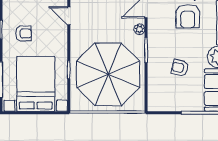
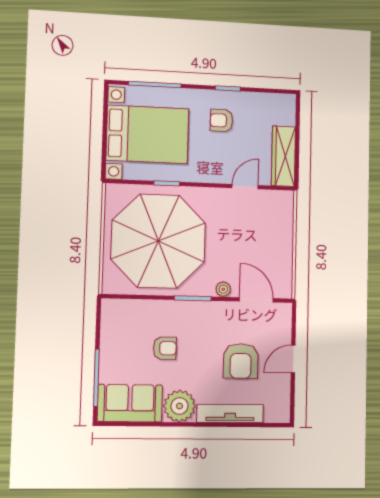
armchair: (188, 16) -> (241, 361), turned -90
armchair: (24, 33) -> (221, 120), turned 90
armchair: (180, 68) -> (165, 348), turned 76

